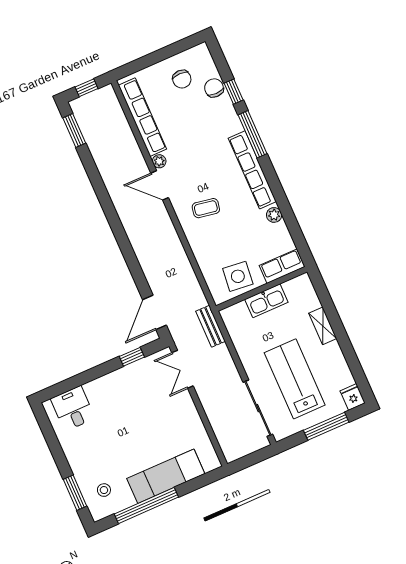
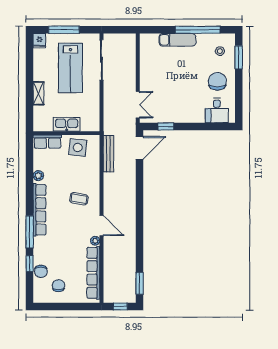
bench: (211, 326) -> (108, 154), moved, width x1.36
chair: (89, 448) -> (217, 81), added
exam couch: (166, 476) -> (178, 40), width x0.73, depth x0.69

